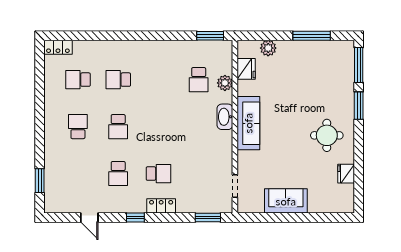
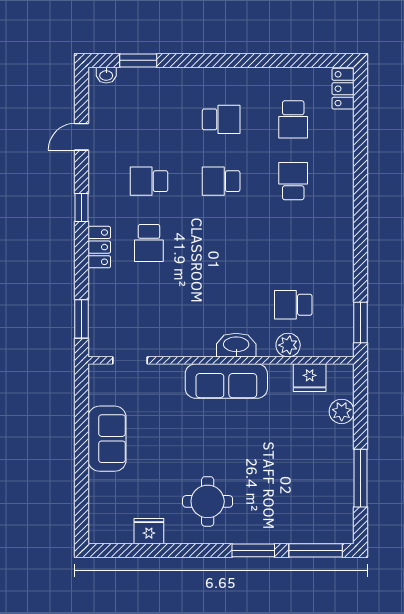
school desk: (78, 80) -> (293, 119), turned 180
washbasin: (49, 201) -> (106, 75), added

